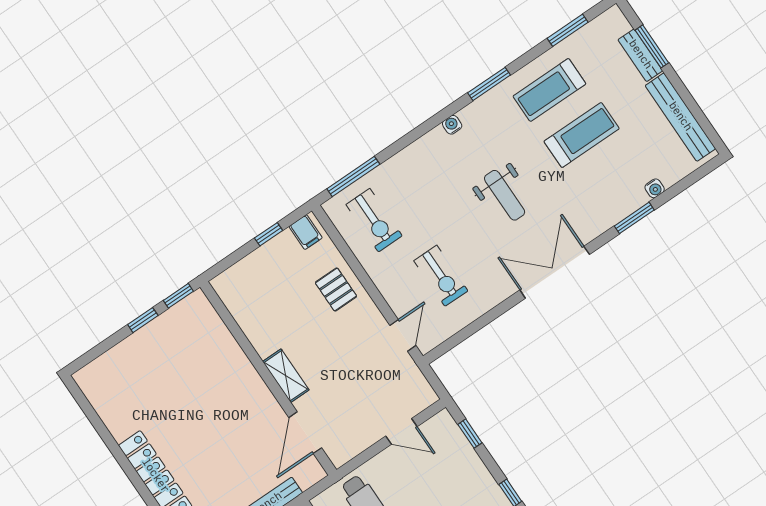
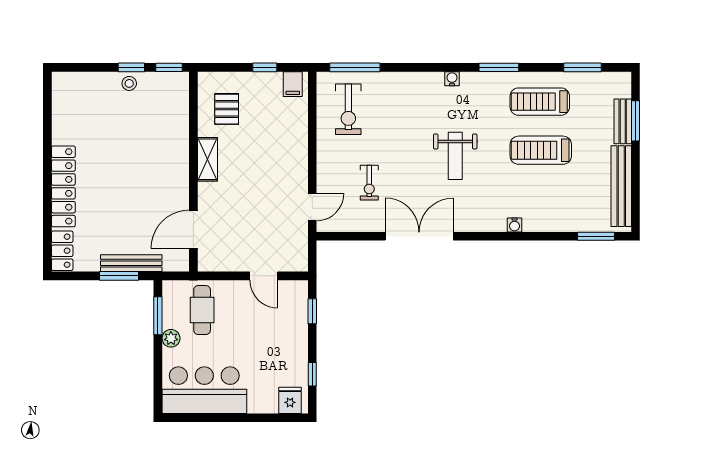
treadmill: (582, 135) -> (541, 150), turned 180
water cooler: (655, 188) -> (515, 225), moved
window: (634, 218) -> (596, 236), moved
double door: (555, 272) -> (419, 236), moved
exercise bike: (441, 276) -> (369, 183), width x0.73, depth x0.72
pallet: (336, 290) -> (227, 109), moved
stool: (151, 337) -> (129, 83), added
shelving: (286, 376) -> (207, 159), moved

